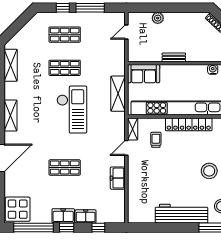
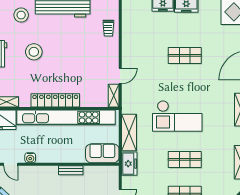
checkout: (72, 110) -> (177, 116), turned -90
trolley: (156, 140) -> (108, 28), moved
freezer: (118, 178) -> (129, 164), moved

